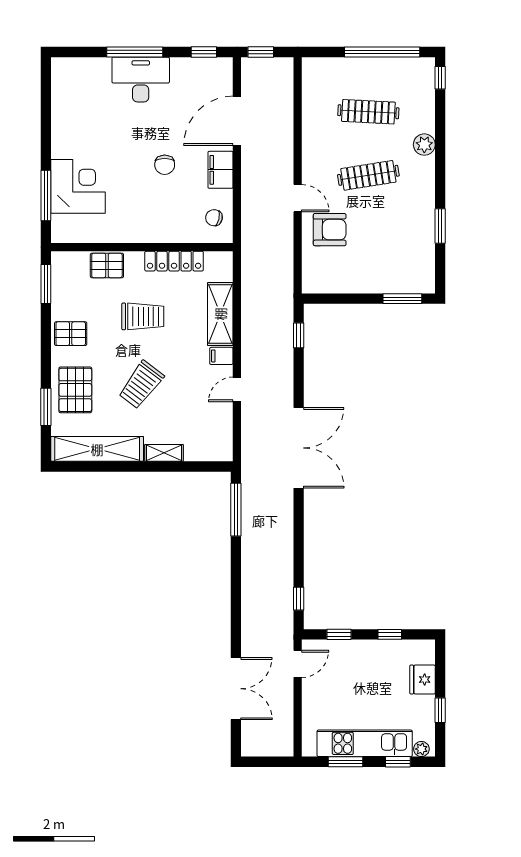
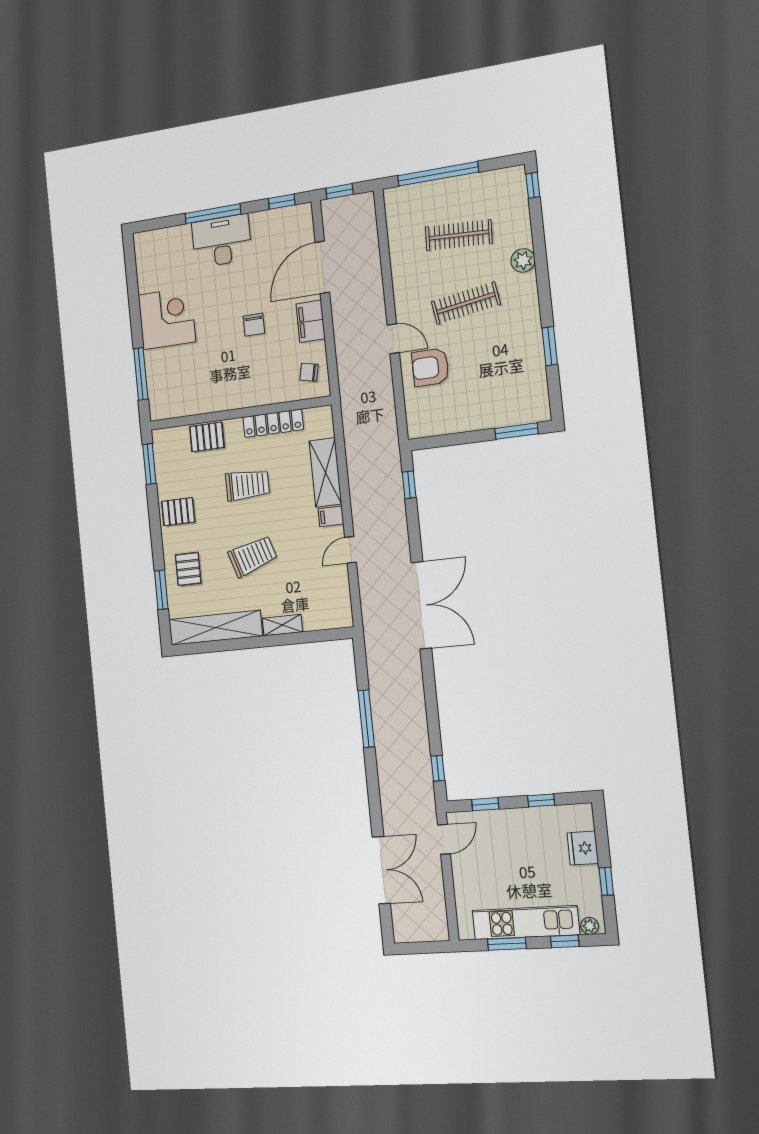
window: (382, 52) -> (438, 174), moved
corner desk: (78, 186) -> (167, 318), moved
armchair: (330, 230) -> (430, 367), turned 180
trolley: (141, 385) -> (253, 556), turned -145
pallet: (75, 390) -> (188, 569), width x0.67, depth x0.71
window: (236, 510) -> (366, 719), moved

